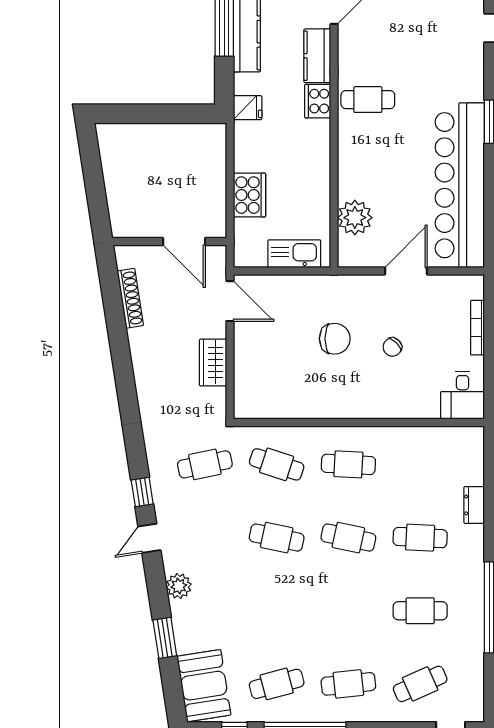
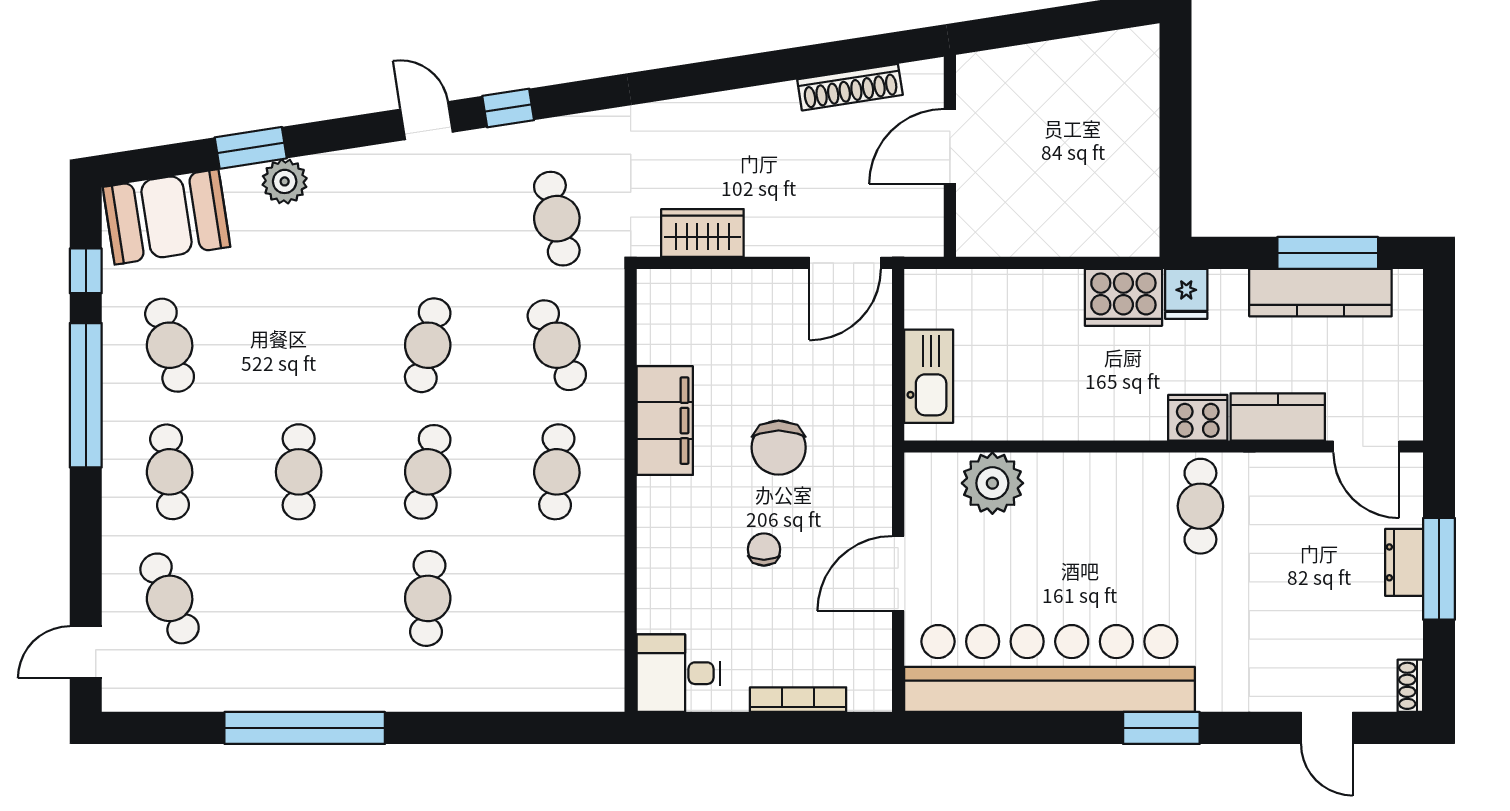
cooker: (249, 195) -> (1123, 297), moved
door: (184, 242) -> (950, 146), moved
door: (406, 271) -> (898, 573), swing flipped
chair: (392, 347) -> (764, 549), turned 45
wardrobe: (213, 362) -> (702, 233), moved
filing cabinet: (319, 403) -> (665, 421), added
cafe table: (277, 464) -> (557, 345), turned -42
dresser: (474, 505) -> (485, 694), removed
plant: (179, 586) -> (285, 181), moved
cafe table: (420, 611) -> (299, 472), moved

